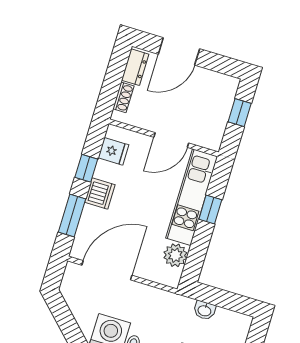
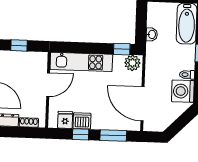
door: (171, 140) -> (48, 85), hinge flipped
dishwasher: (100, 194) -> (82, 121), moved
window: (210, 210) -> (122, 49), moved
plant: (175, 255) -> (132, 63), moved

